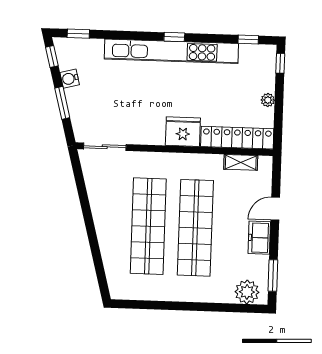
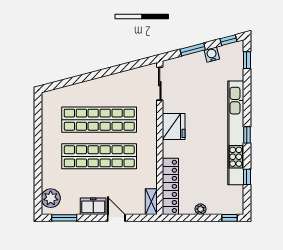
window: (248, 40) -> (247, 177), moved
fridge: (183, 132) -> (174, 126), moved
shelving: (241, 162) -> (151, 202), moved

